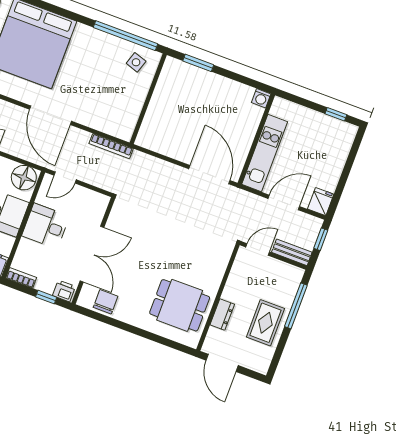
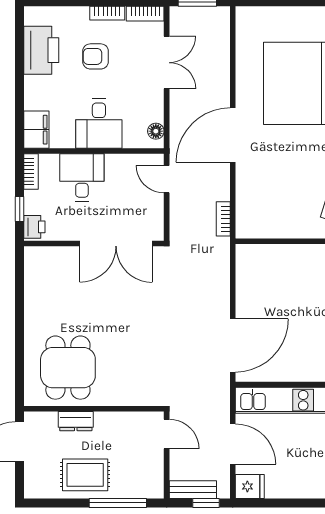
bookcase: (111, 146) -> (223, 219), width x0.64
floor lamp: (24, 178) -> (156, 131), width x0.53, depth x0.53
desk: (46, 226) -> (82, 177), moved
bench: (292, 252) -> (193, 490), moved, turned 90
double door: (92, 254) -> (116, 244), moved
chair: (106, 302) -> (40, 280), removed

